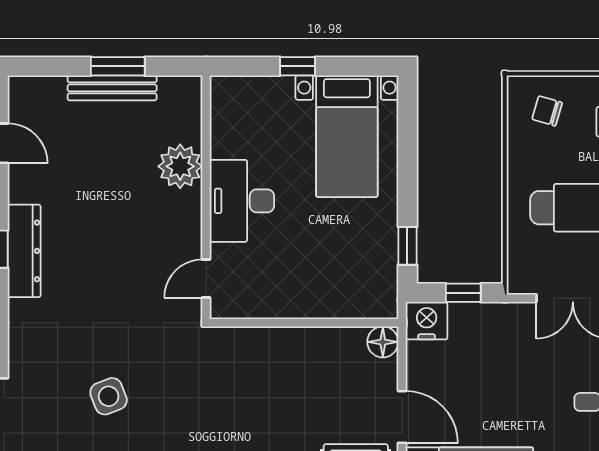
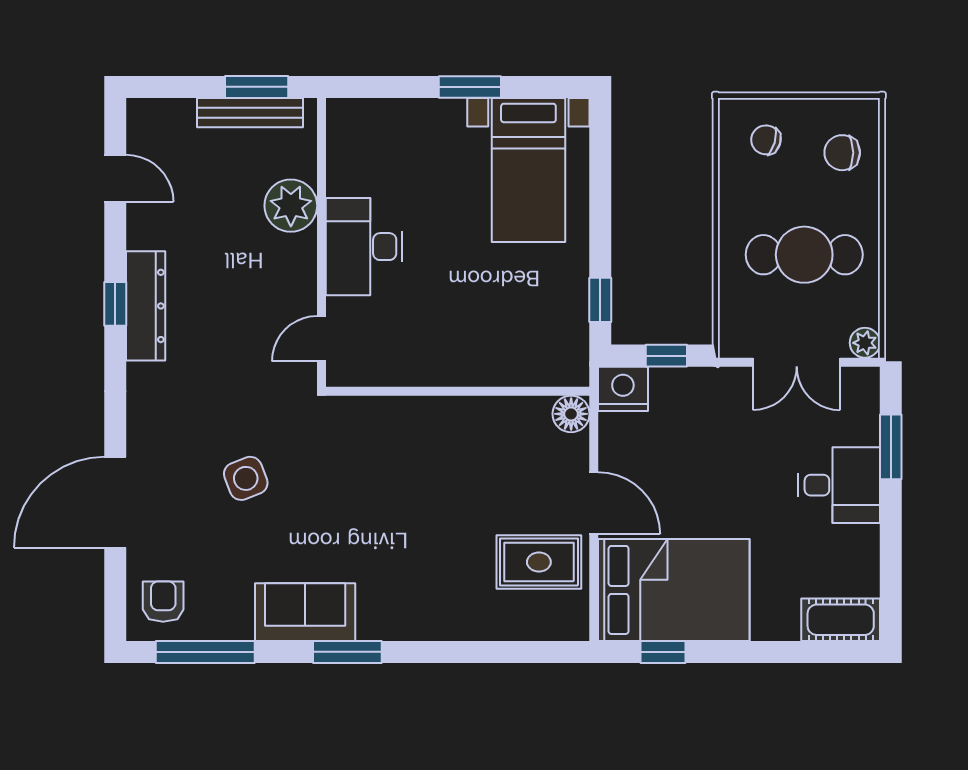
window: (298, 66) -> (470, 87), width x1.50
plant: (180, 166) -> (291, 206), moved
wall: (206, 197) -> (321, 242), moved
desk: (242, 201) -> (364, 247), moved
door: (206, 279) -> (321, 339), moved

